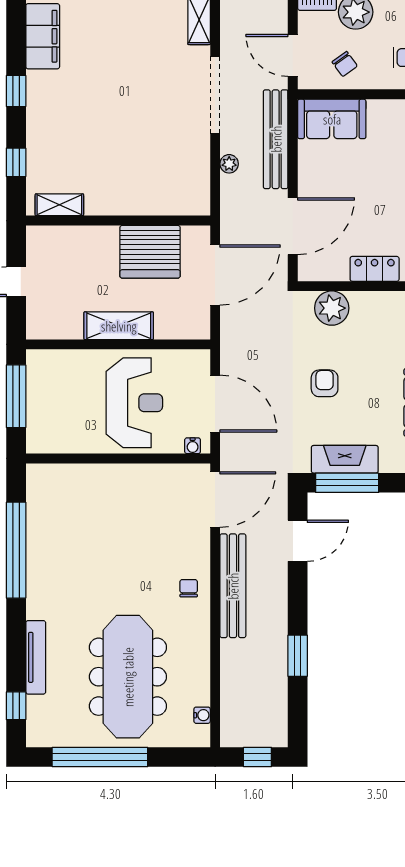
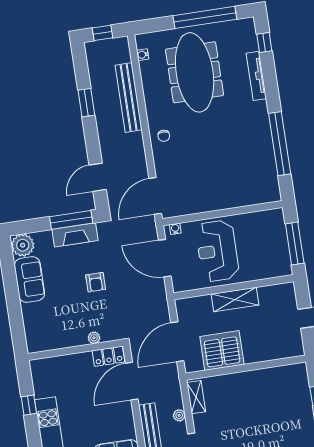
shelving: (59, 205) -> (196, 397), moved, turned 90
locker: (375, 269) -> (108, 356), moved
plant: (332, 308) -> (94, 338), width x0.53, depth x0.53
bench: (233, 586) -> (129, 98), moved

